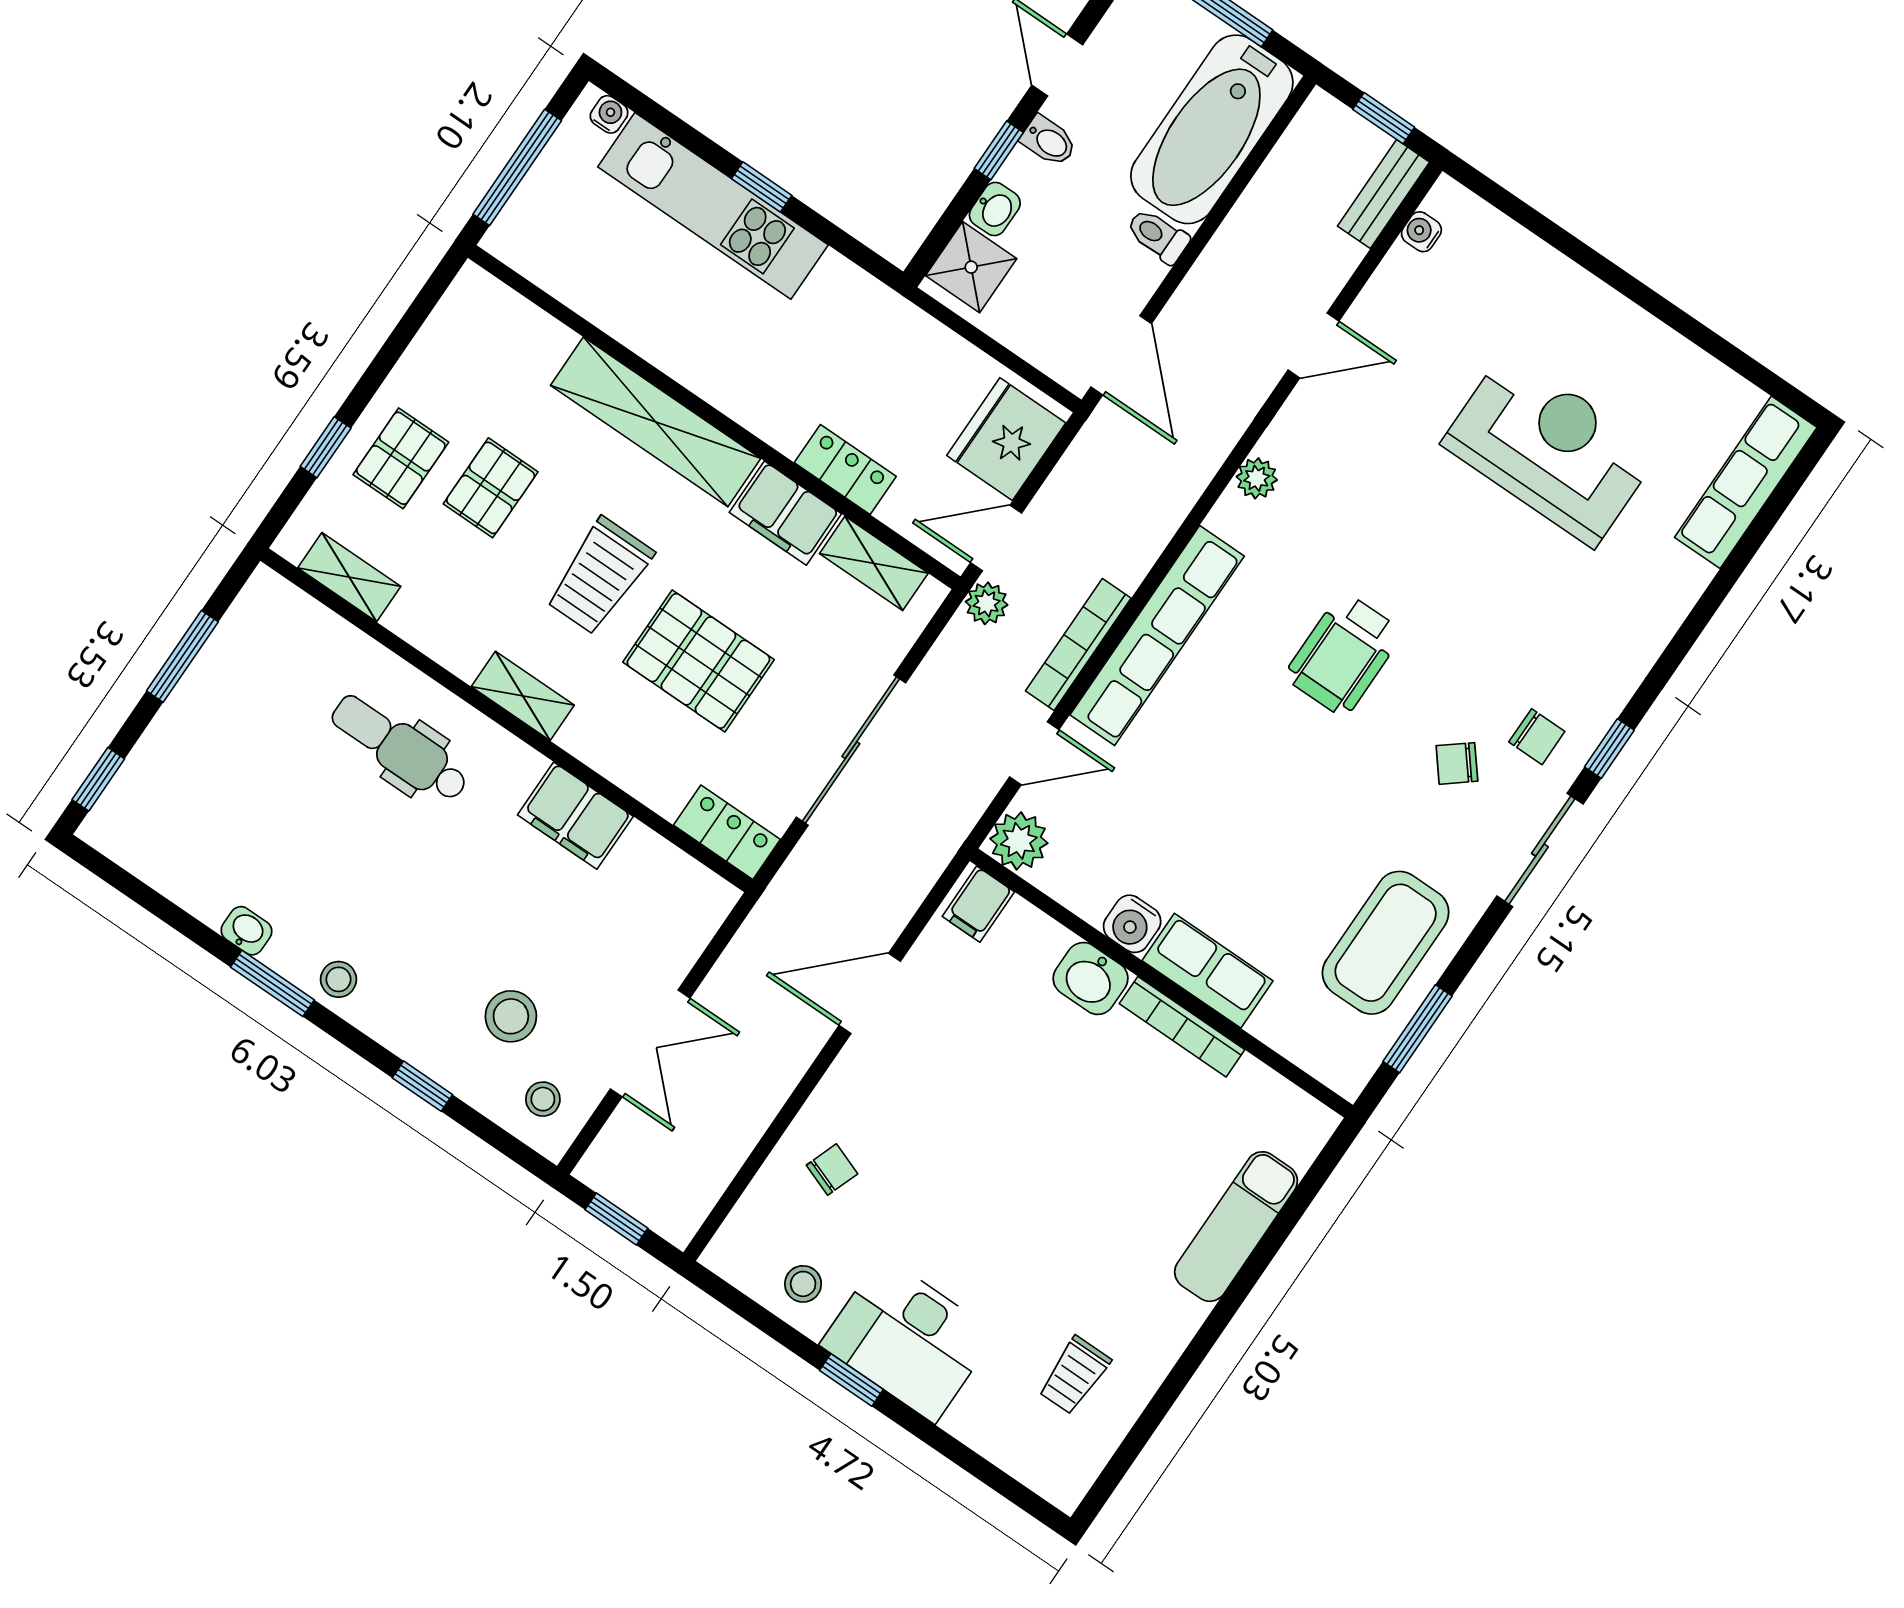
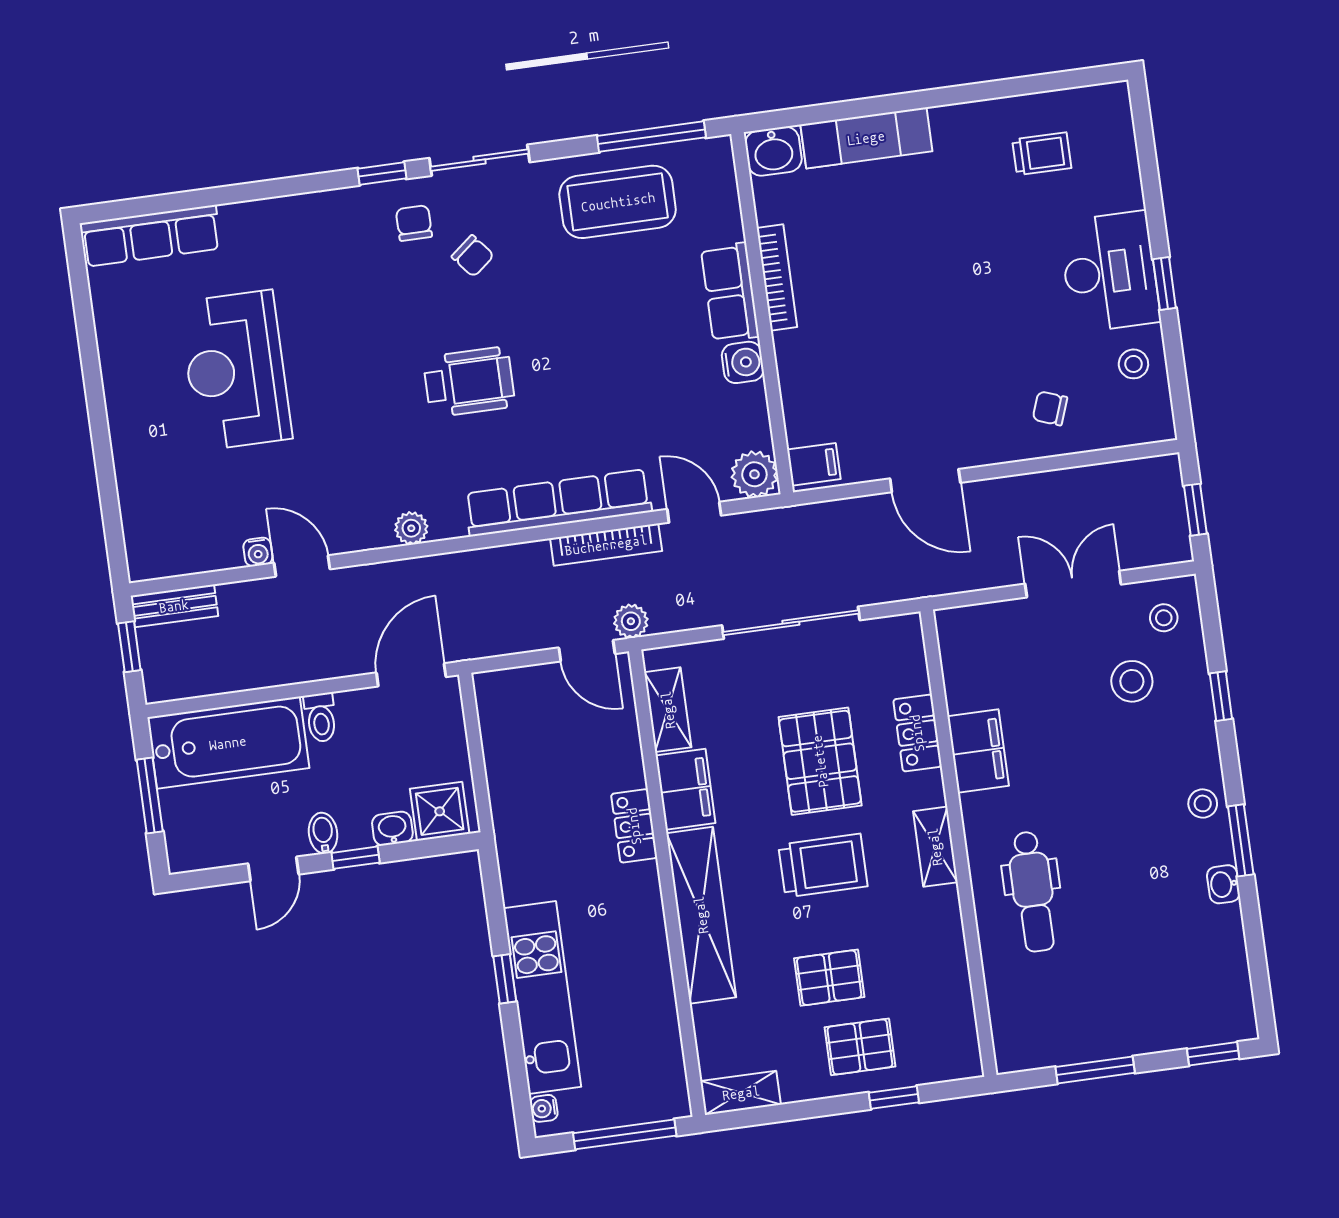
water cooler: (1421, 232) -> (258, 552), moved
fridge: (1006, 439) -> (523, 698), removed
locker: (845, 470) -> (634, 826), moved
shelving: (349, 577) -> (741, 1093), moved, turned 90
locker: (727, 832) -> (917, 733), moved
washbasin: (1091, 978) -> (773, 151), moved, turned 90
window: (1418, 1029) -> (651, 137), width x1.44

